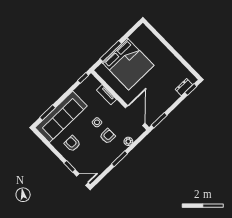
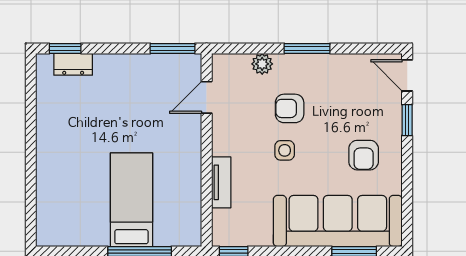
bed: (128, 64) -> (131, 200), width x0.49
door: (135, 116) -> (207, 97), width x0.53

